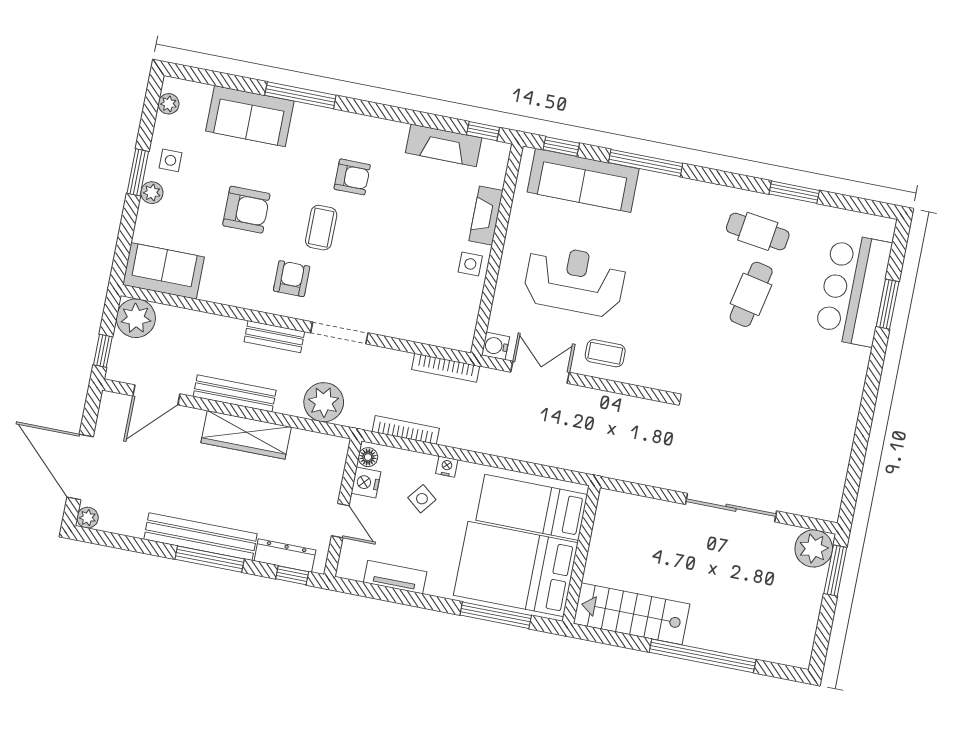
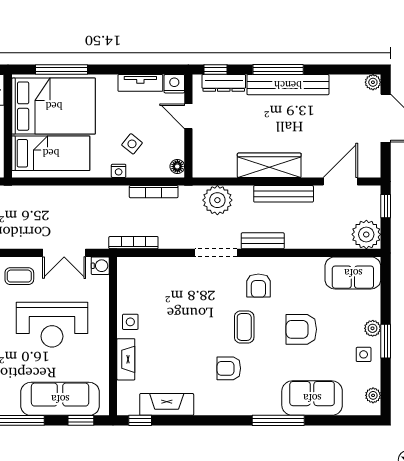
nightstand: (366, 483) -> (174, 84), moved, turned -90

